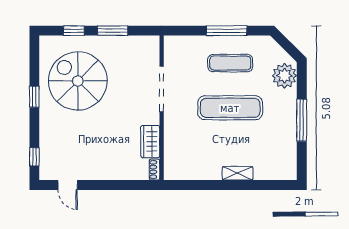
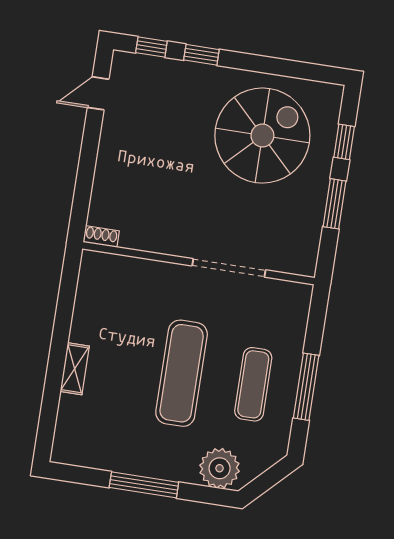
window: (34, 97) -> (201, 55), moved
wardrobe: (150, 142) -> (147, 237), removed

